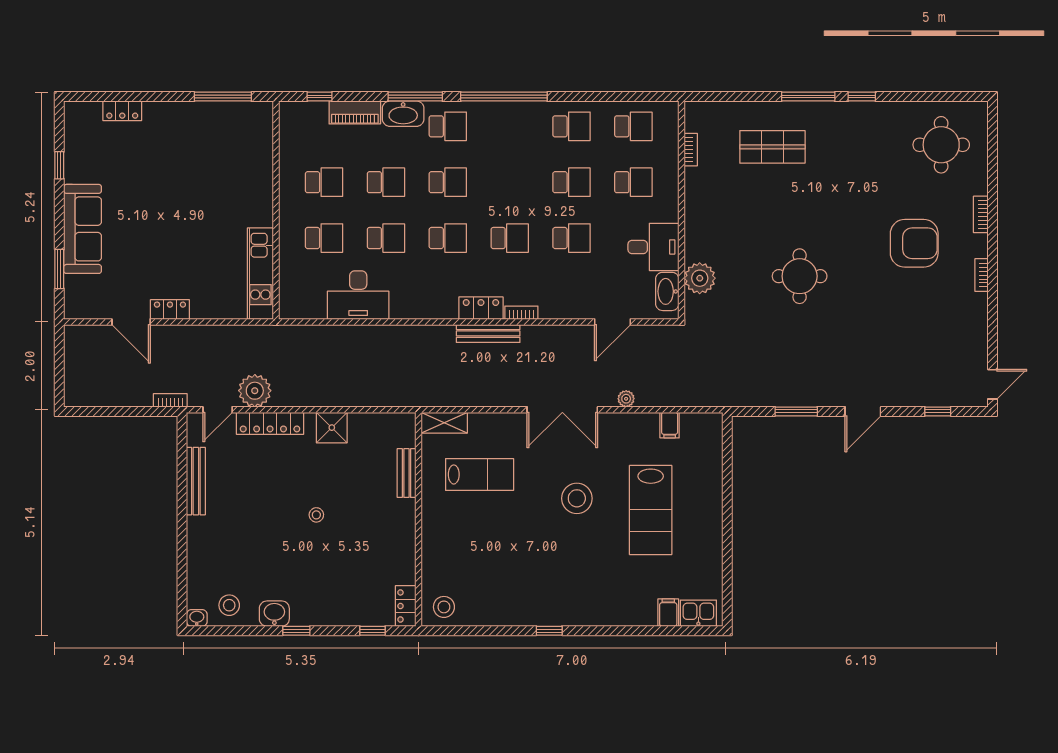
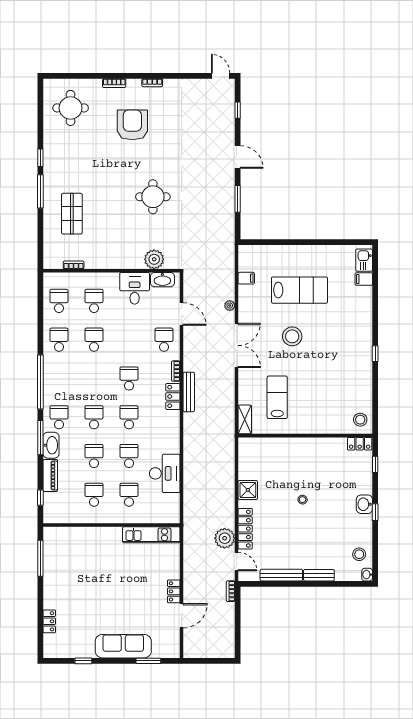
school desk: (572, 238) -> (164, 340), moved
bench: (406, 473) -> (319, 575), moved
washbasin: (274, 614) -> (364, 504), moved

